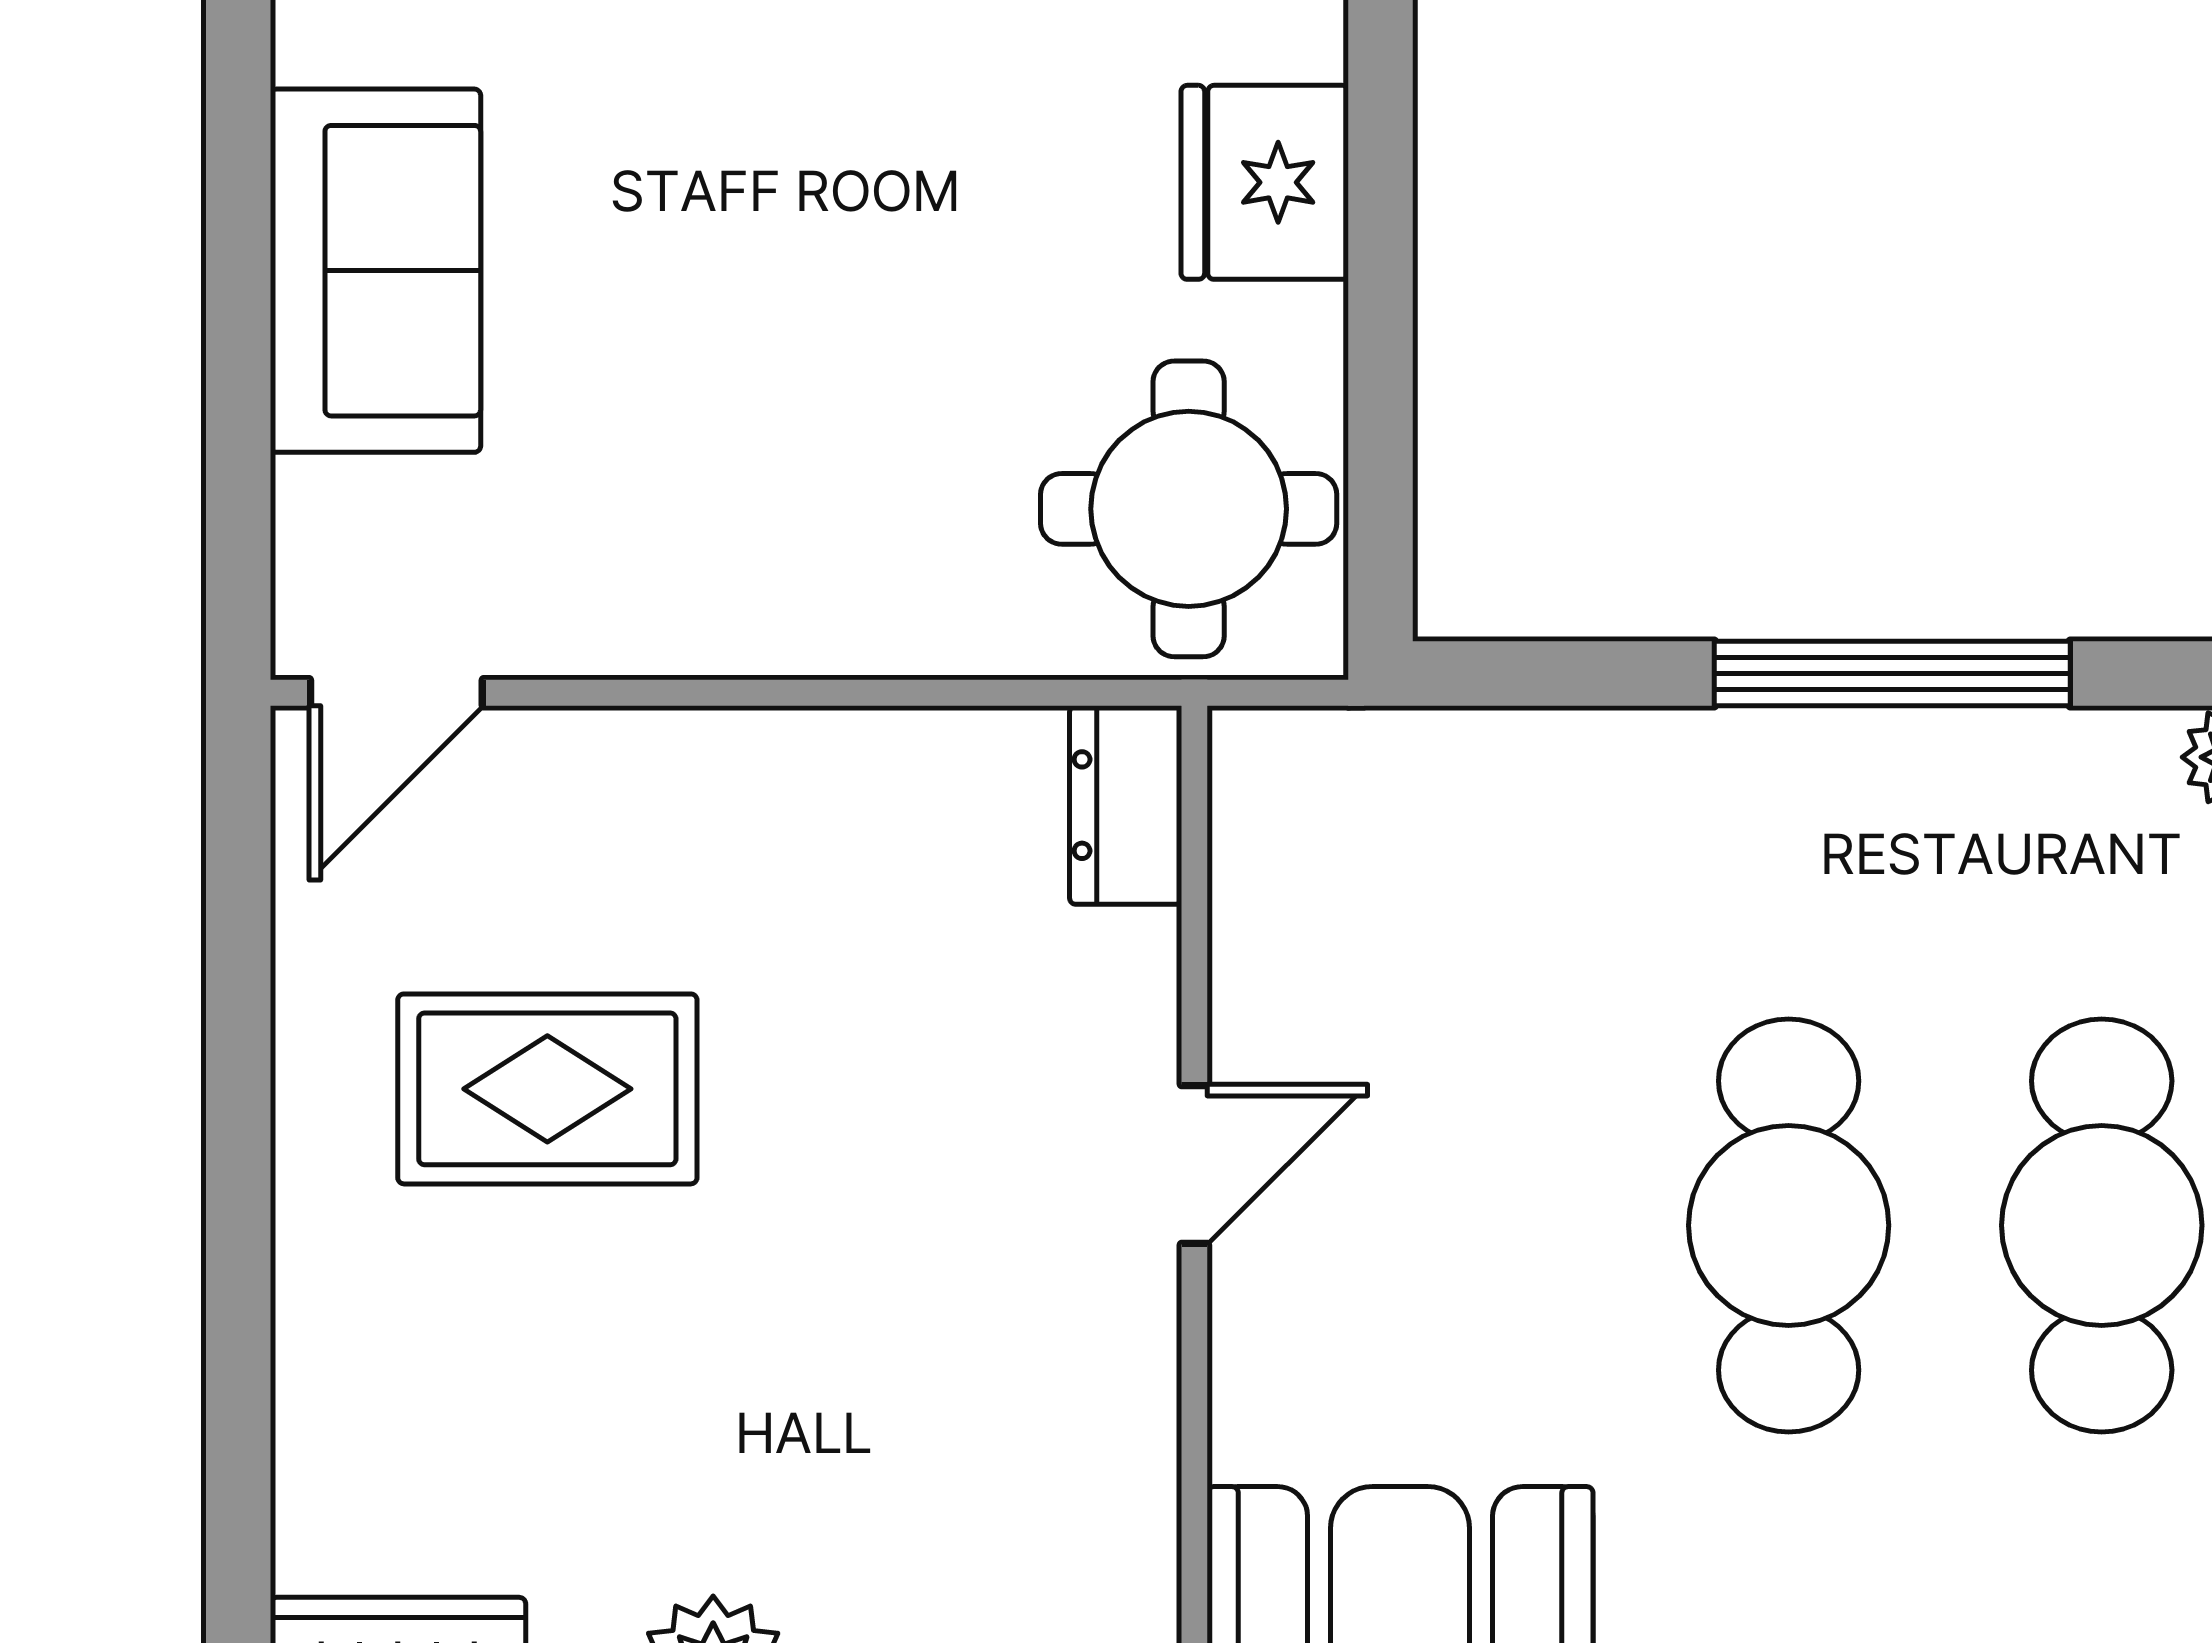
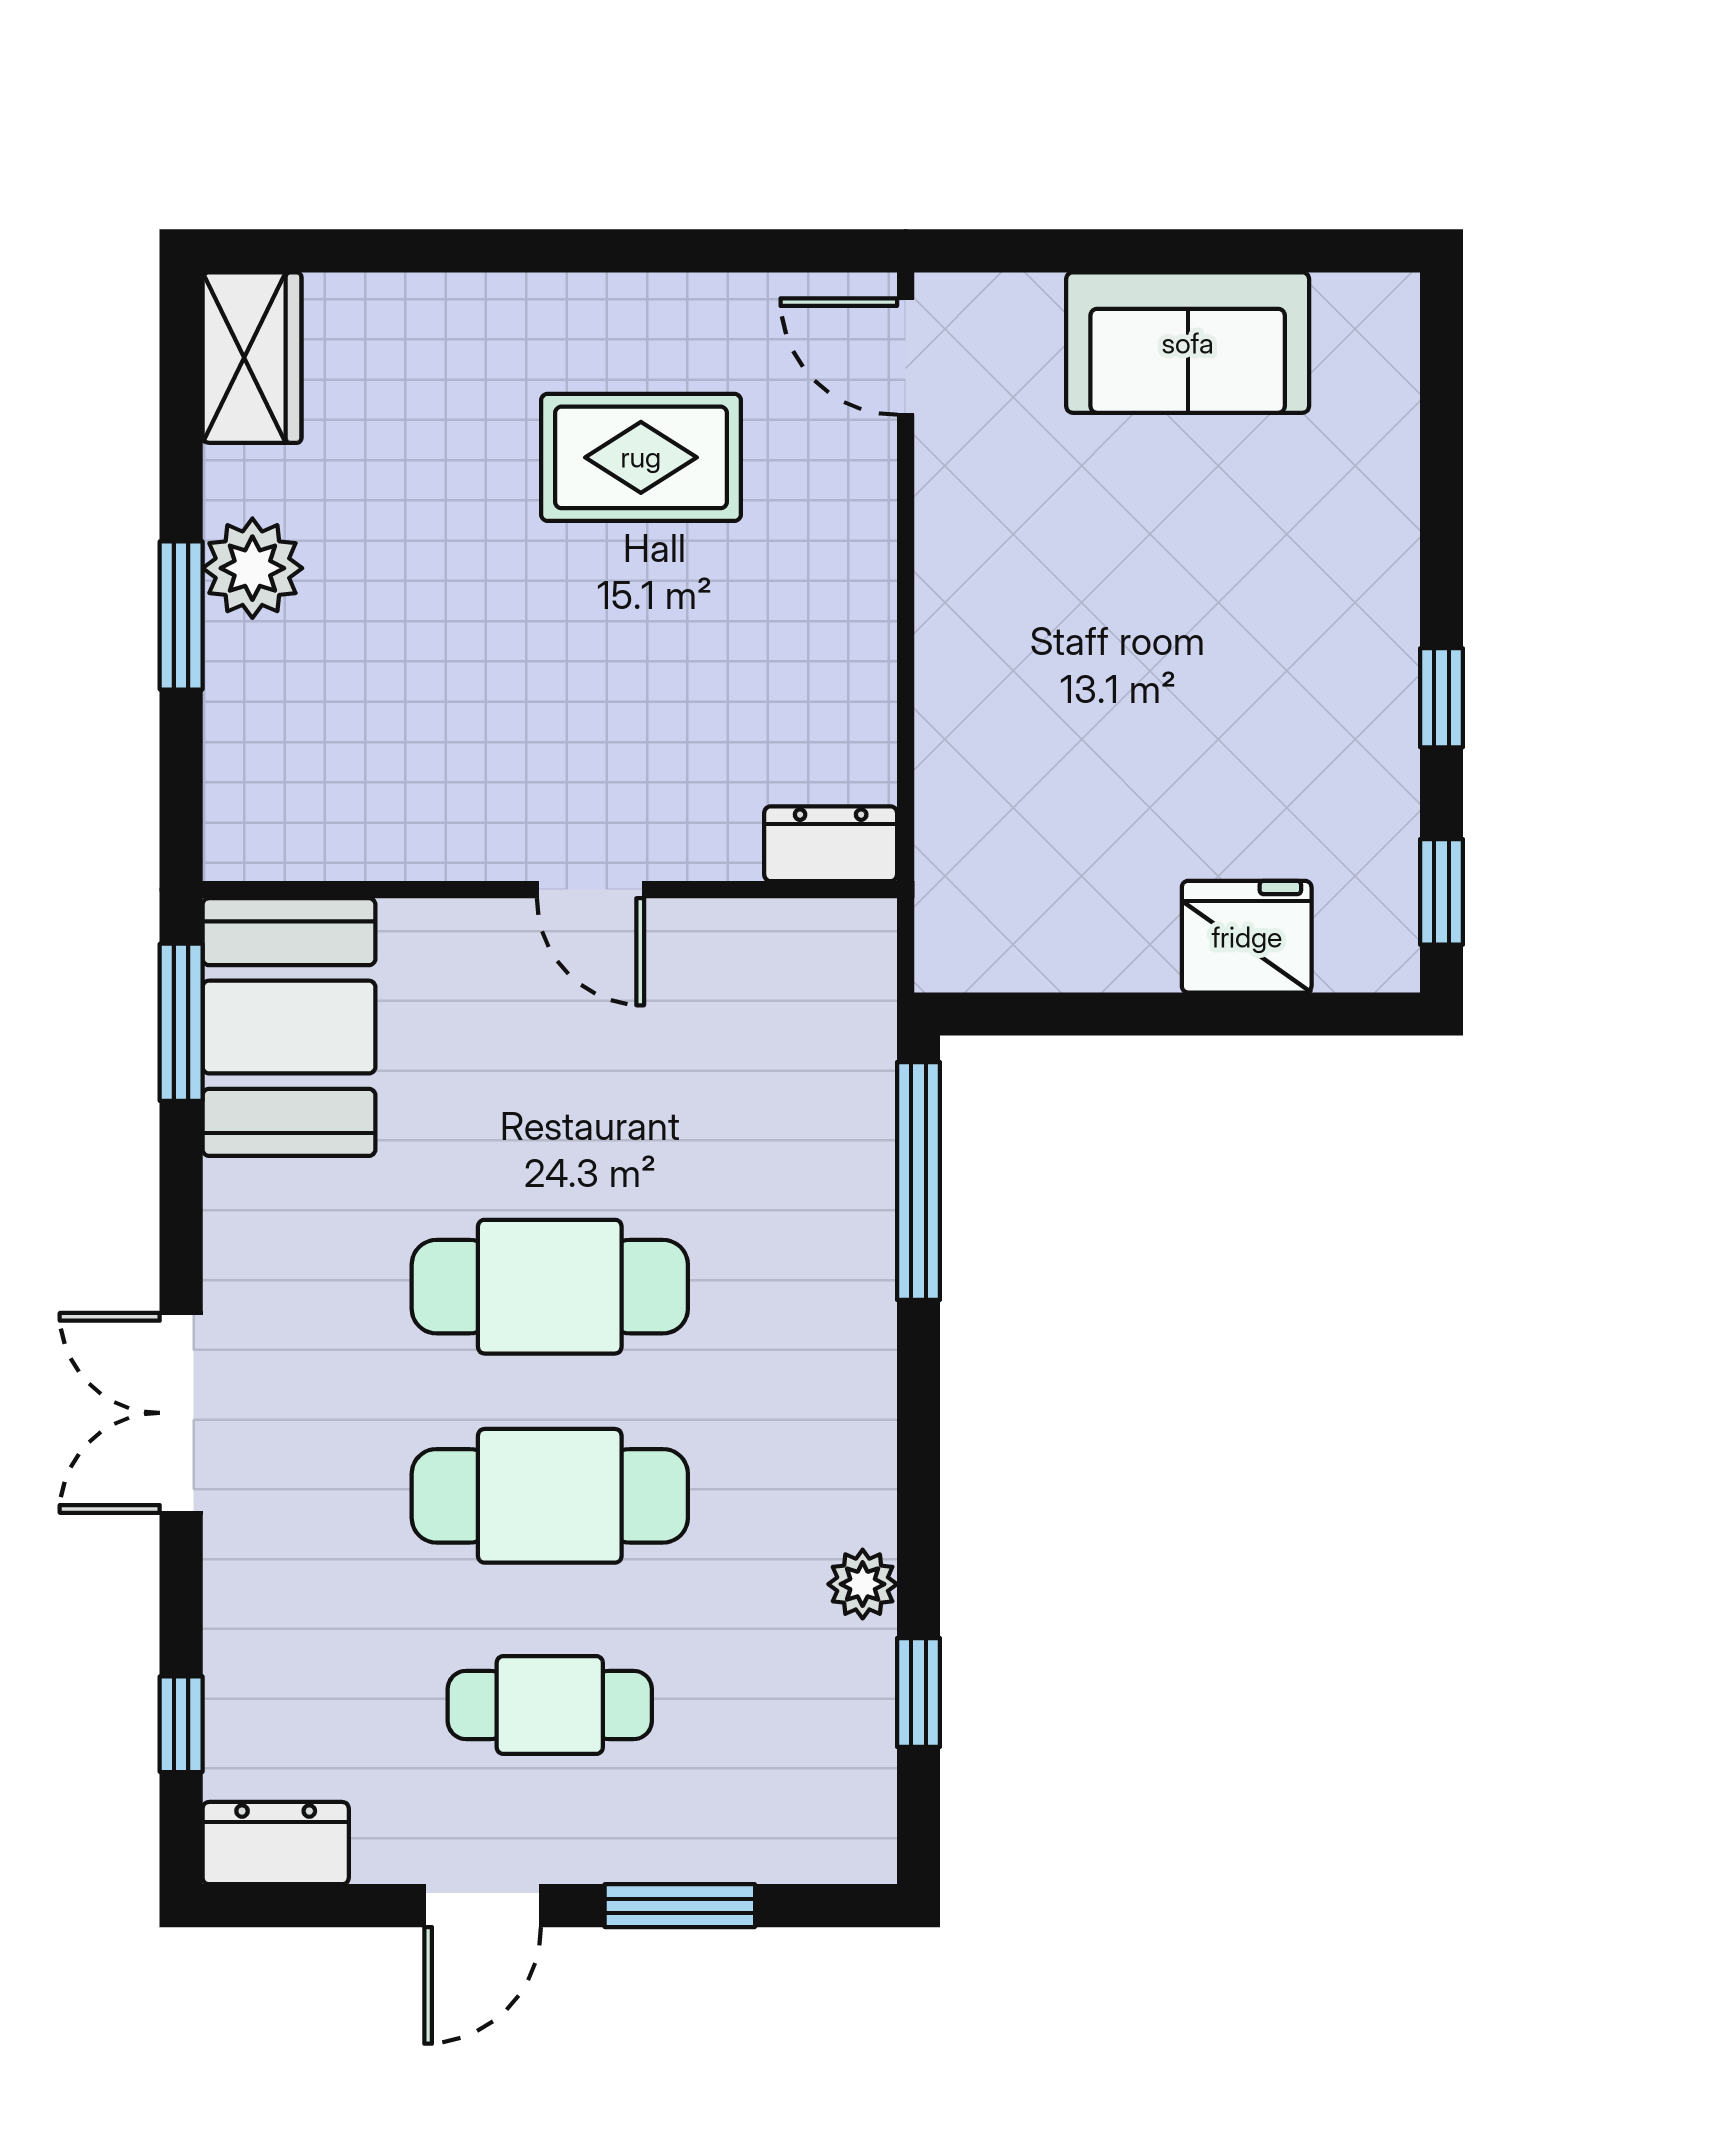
round table: (1189, 509) -> (1029, 886), removed
window: (1892, 674) -> (918, 1181), moved
rug: (547, 1089) -> (641, 457), turned 90

